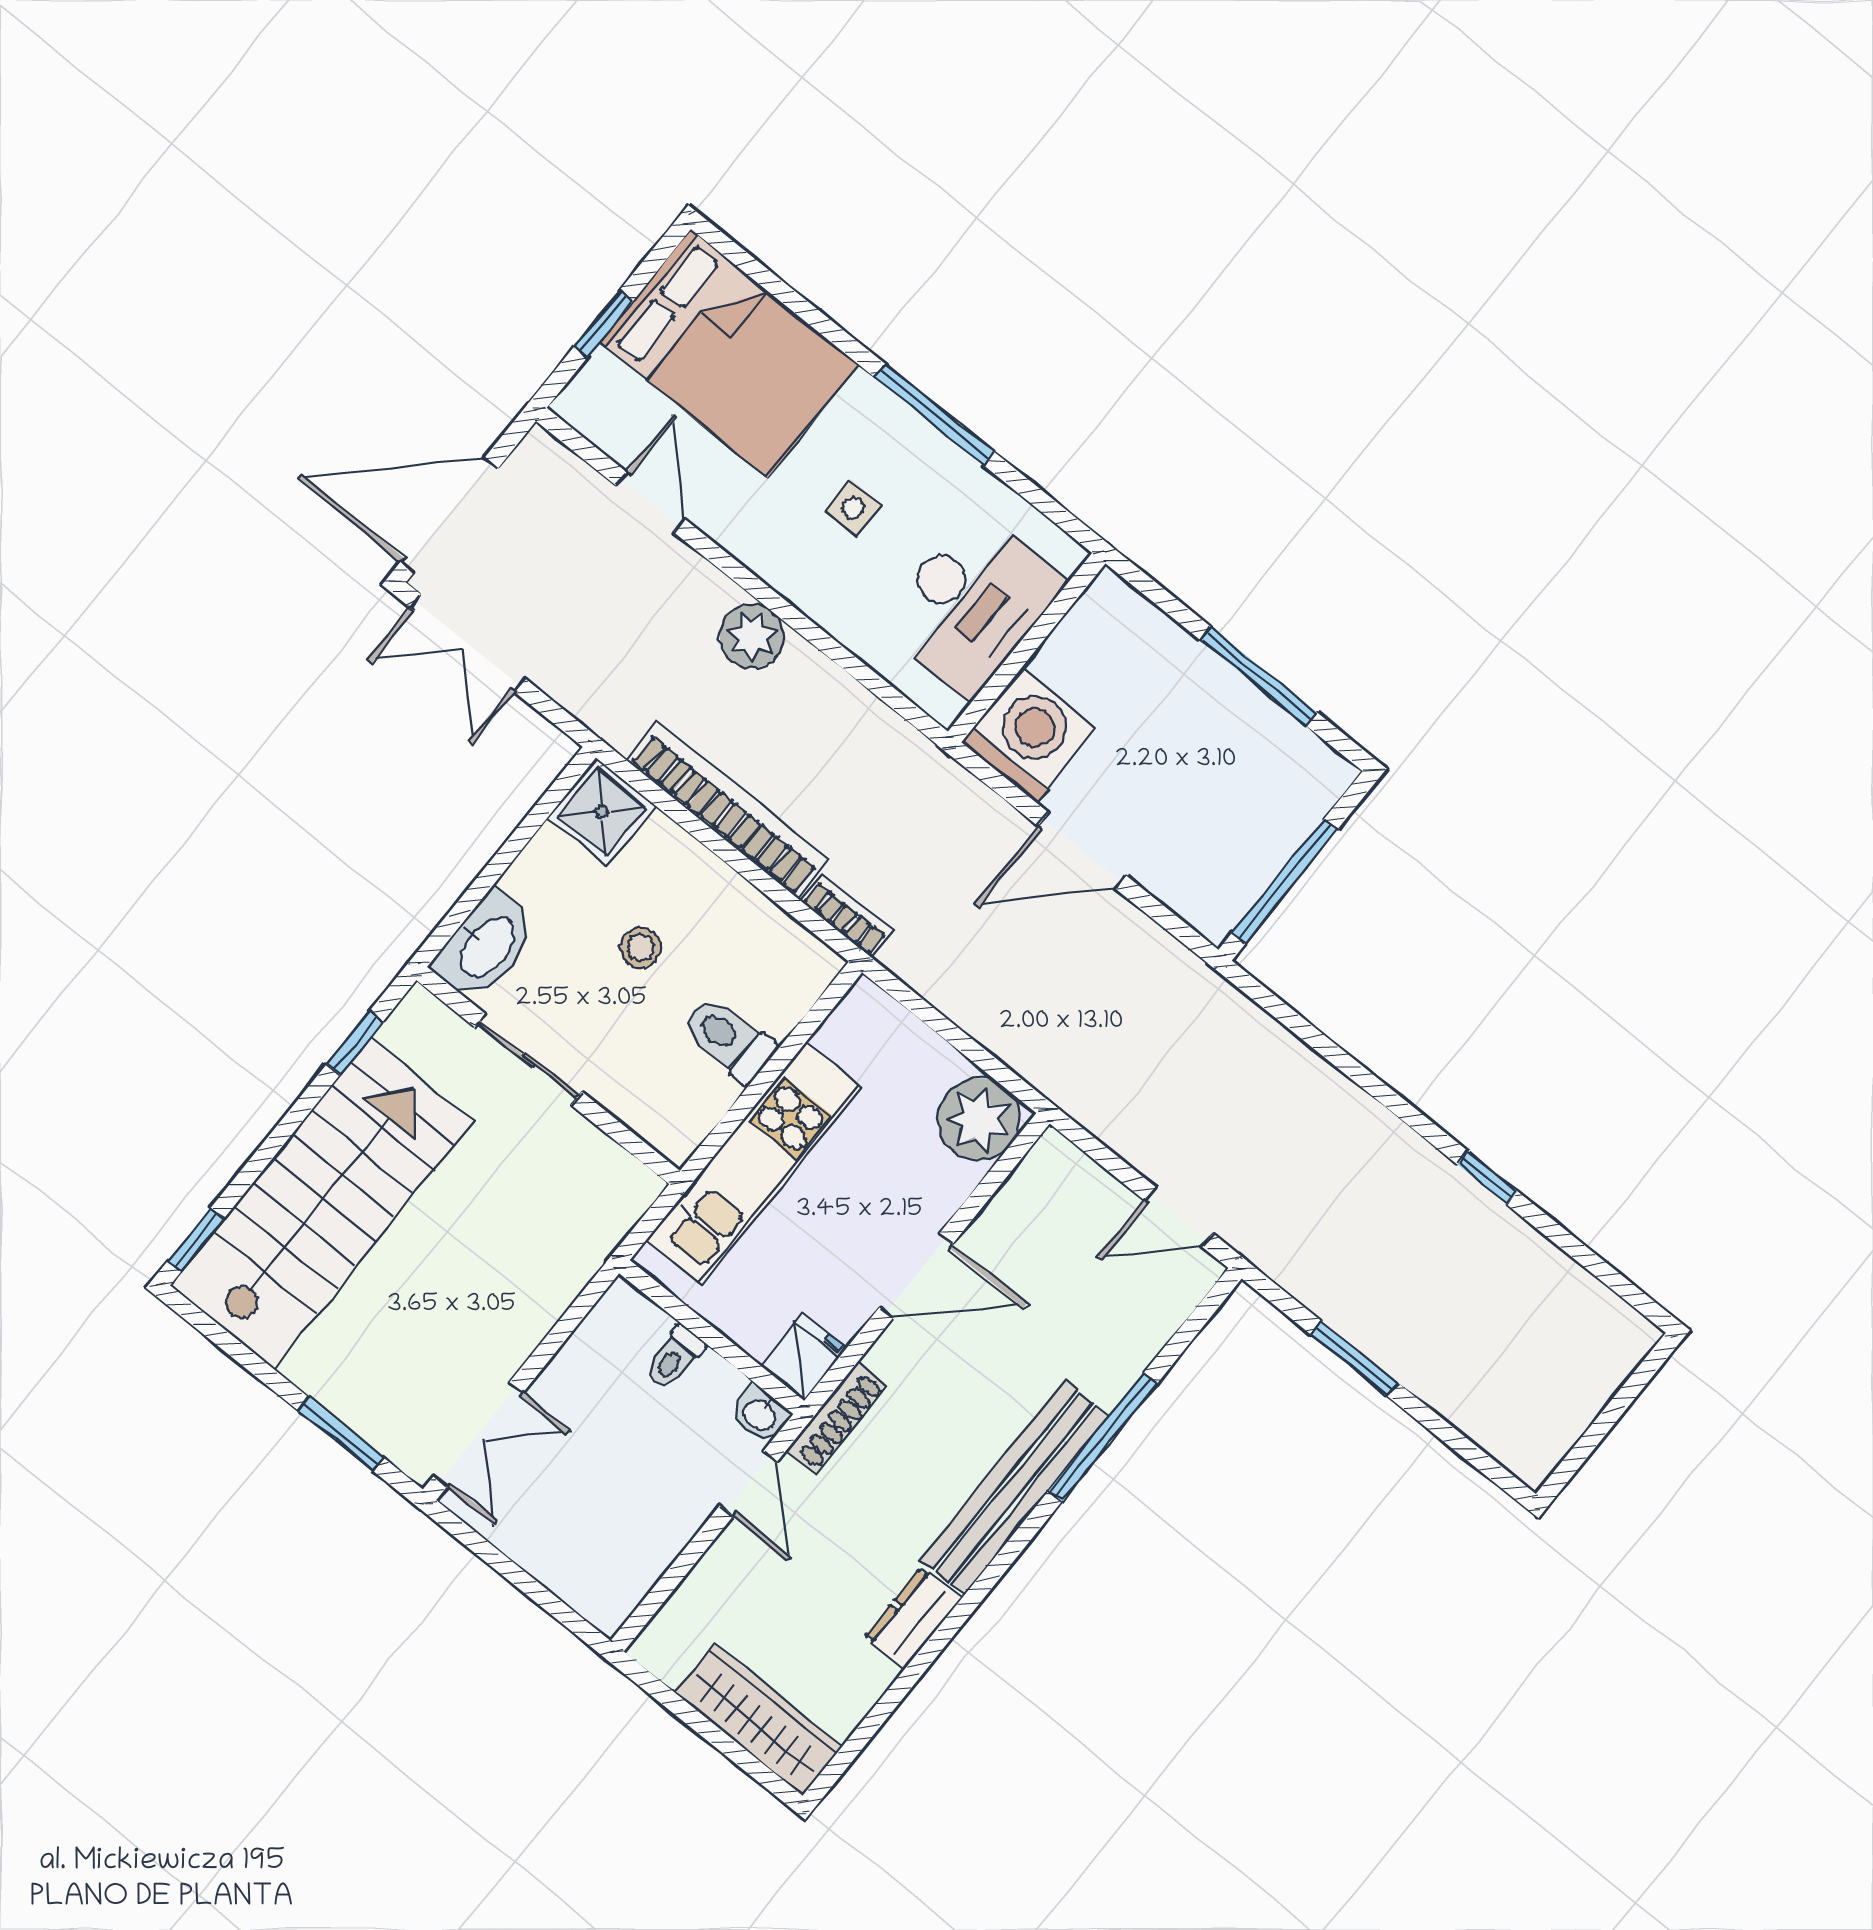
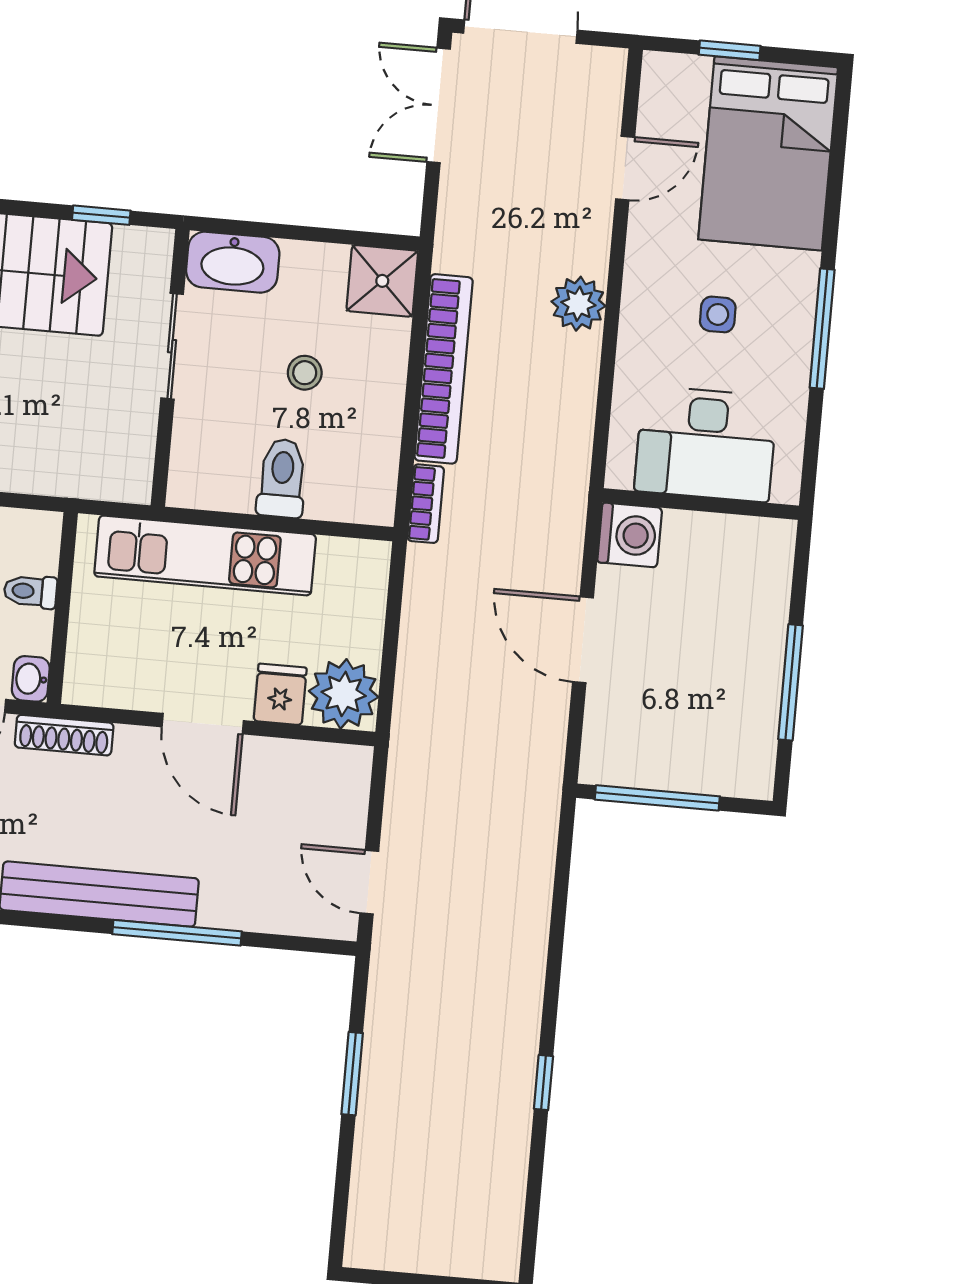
washing machine: (1029, 735) -> (630, 535), width x0.73, depth x0.73
fridge: (803, 1357) -> (280, 694), moved, turned -90

